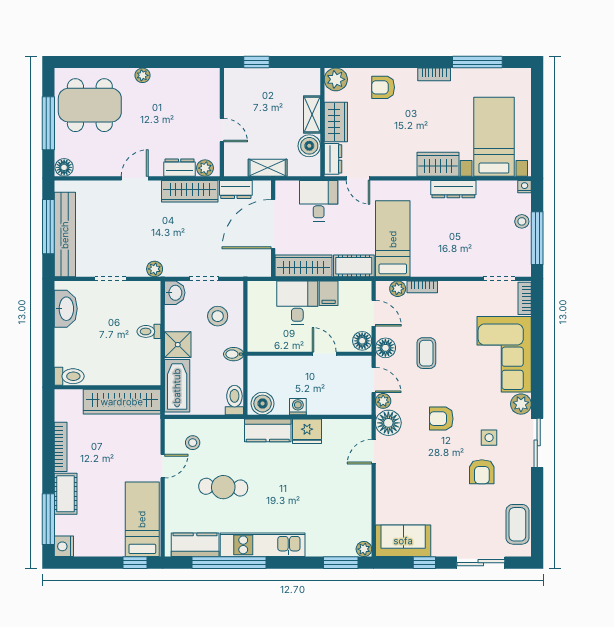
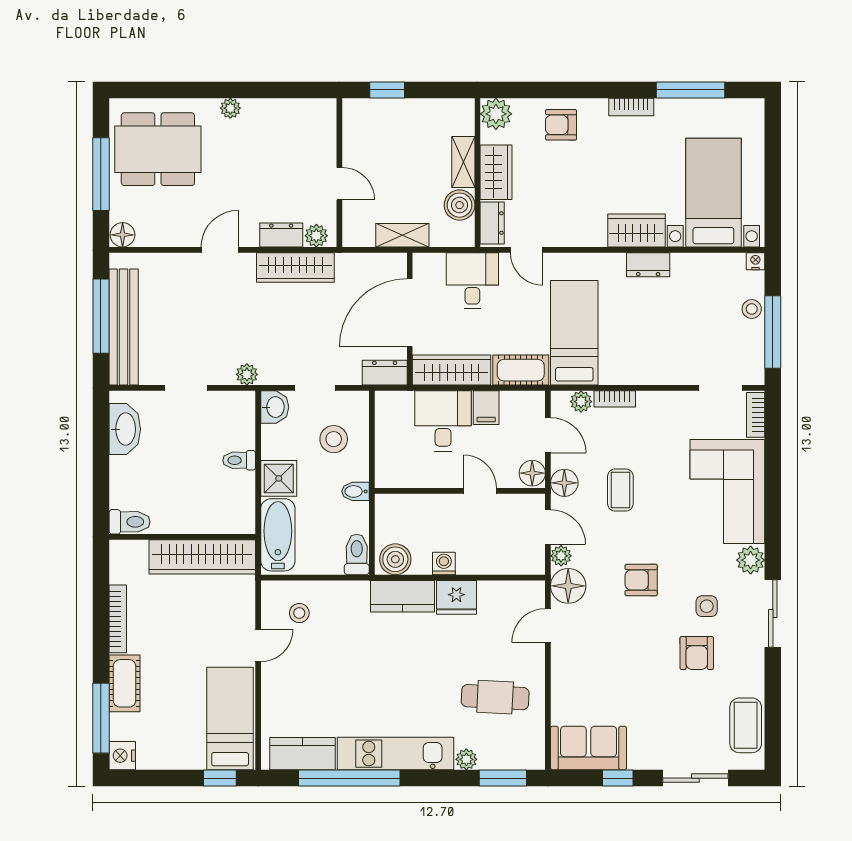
dresser: (236, 189) -> (385, 373), moved, turned 180
dresser: (453, 189) -> (648, 265), width x0.70
cafe table: (223, 487) -> (495, 697), moved
plant: (364, 549) -> (466, 759), moved

